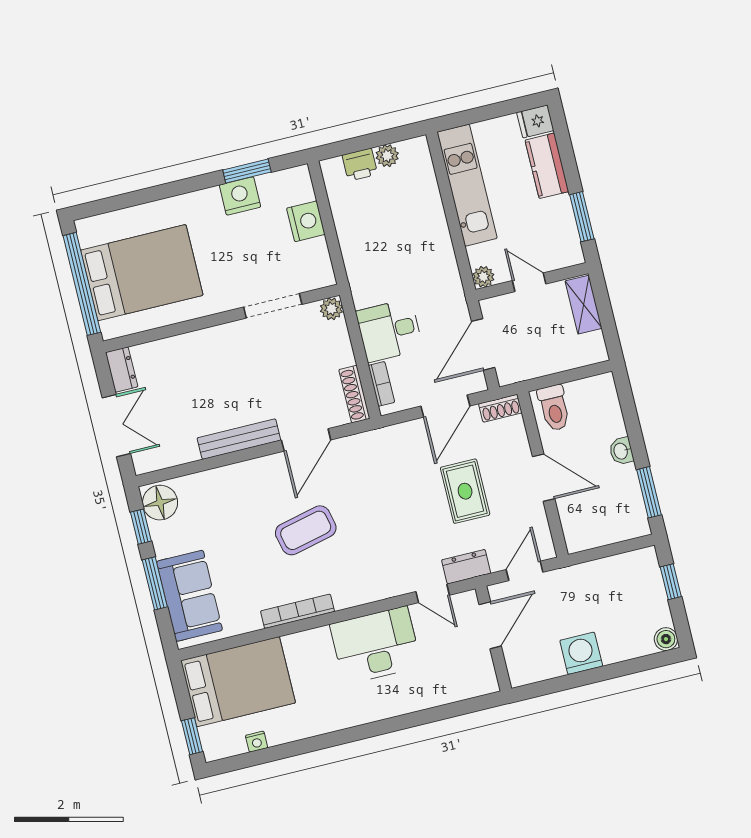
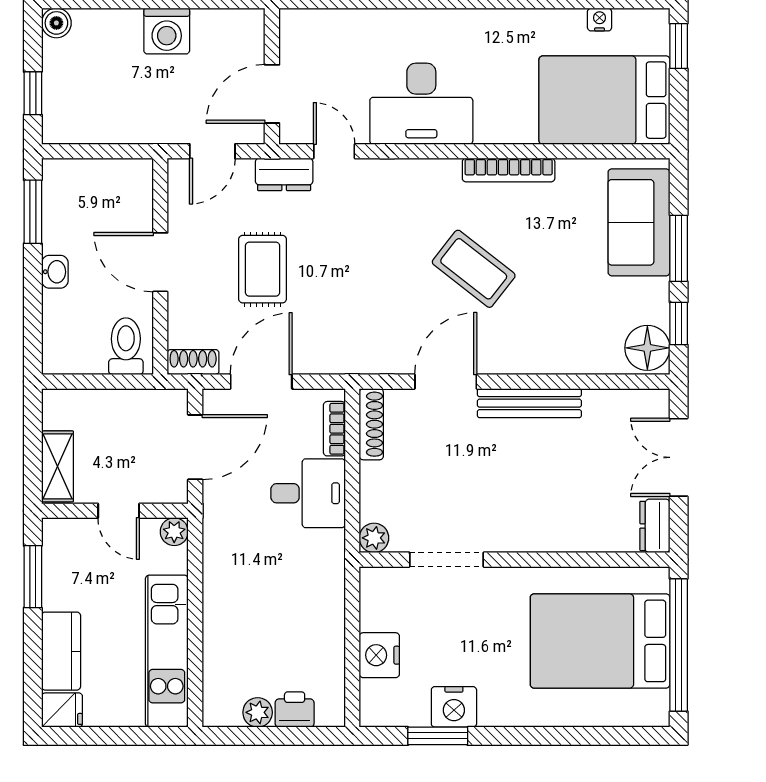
coffee table: (306, 530) -> (474, 269), turned 51

